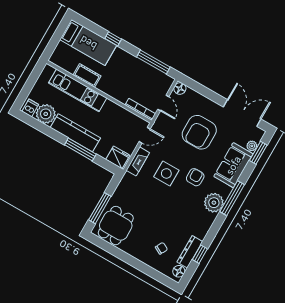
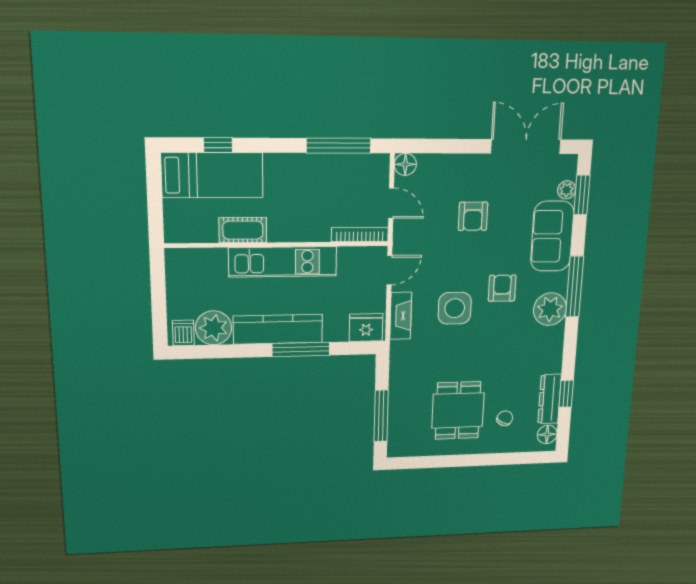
window: (113, 39) -> (218, 145), moved
kitchen unit: (78, 90) -> (283, 262), moved
armchair: (199, 132) -> (473, 216), width x0.53, depth x0.53
dining table: (116, 226) -> (458, 410), moved

